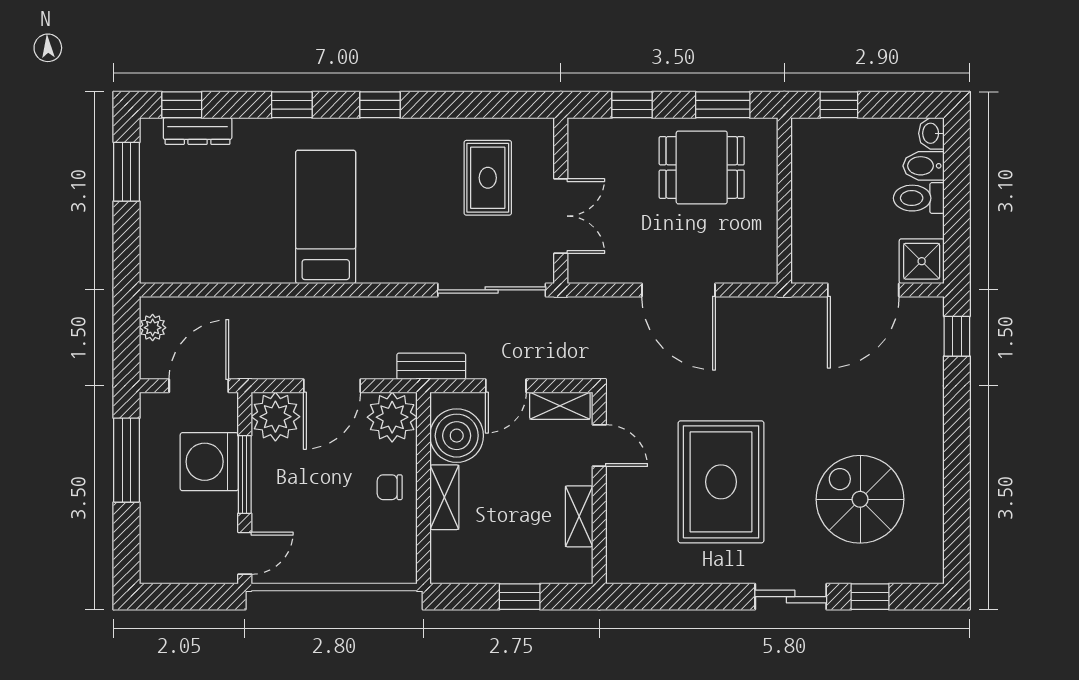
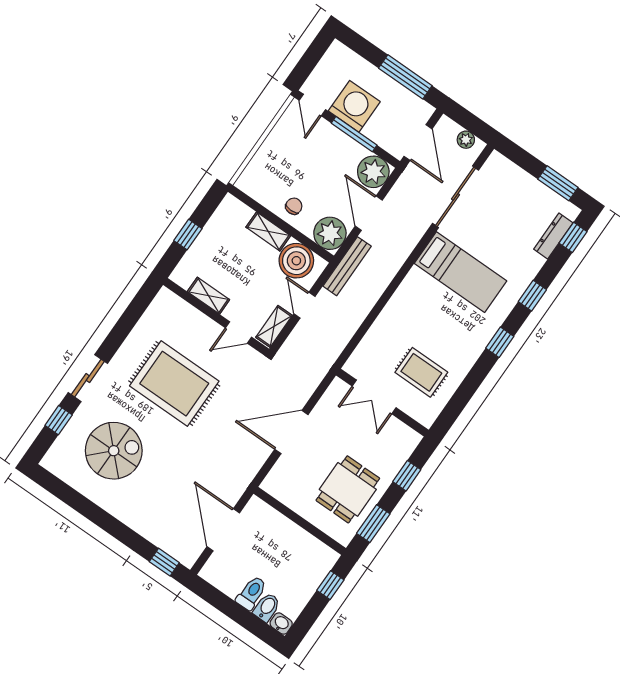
shower: (922, 261) -> (217, 571), removed
sliding door: (492, 290) -> (455, 197), moved
bench: (431, 366) -> (347, 266), width x1.36
washing machine: (209, 462) -> (354, 106), moved

